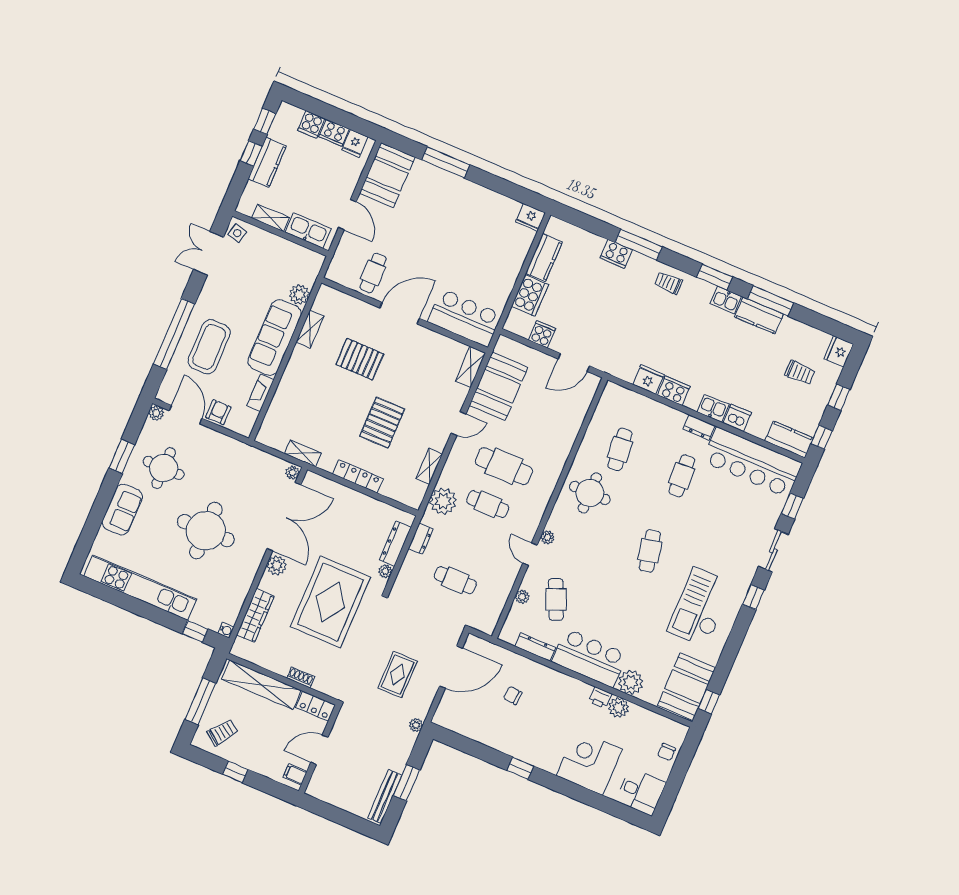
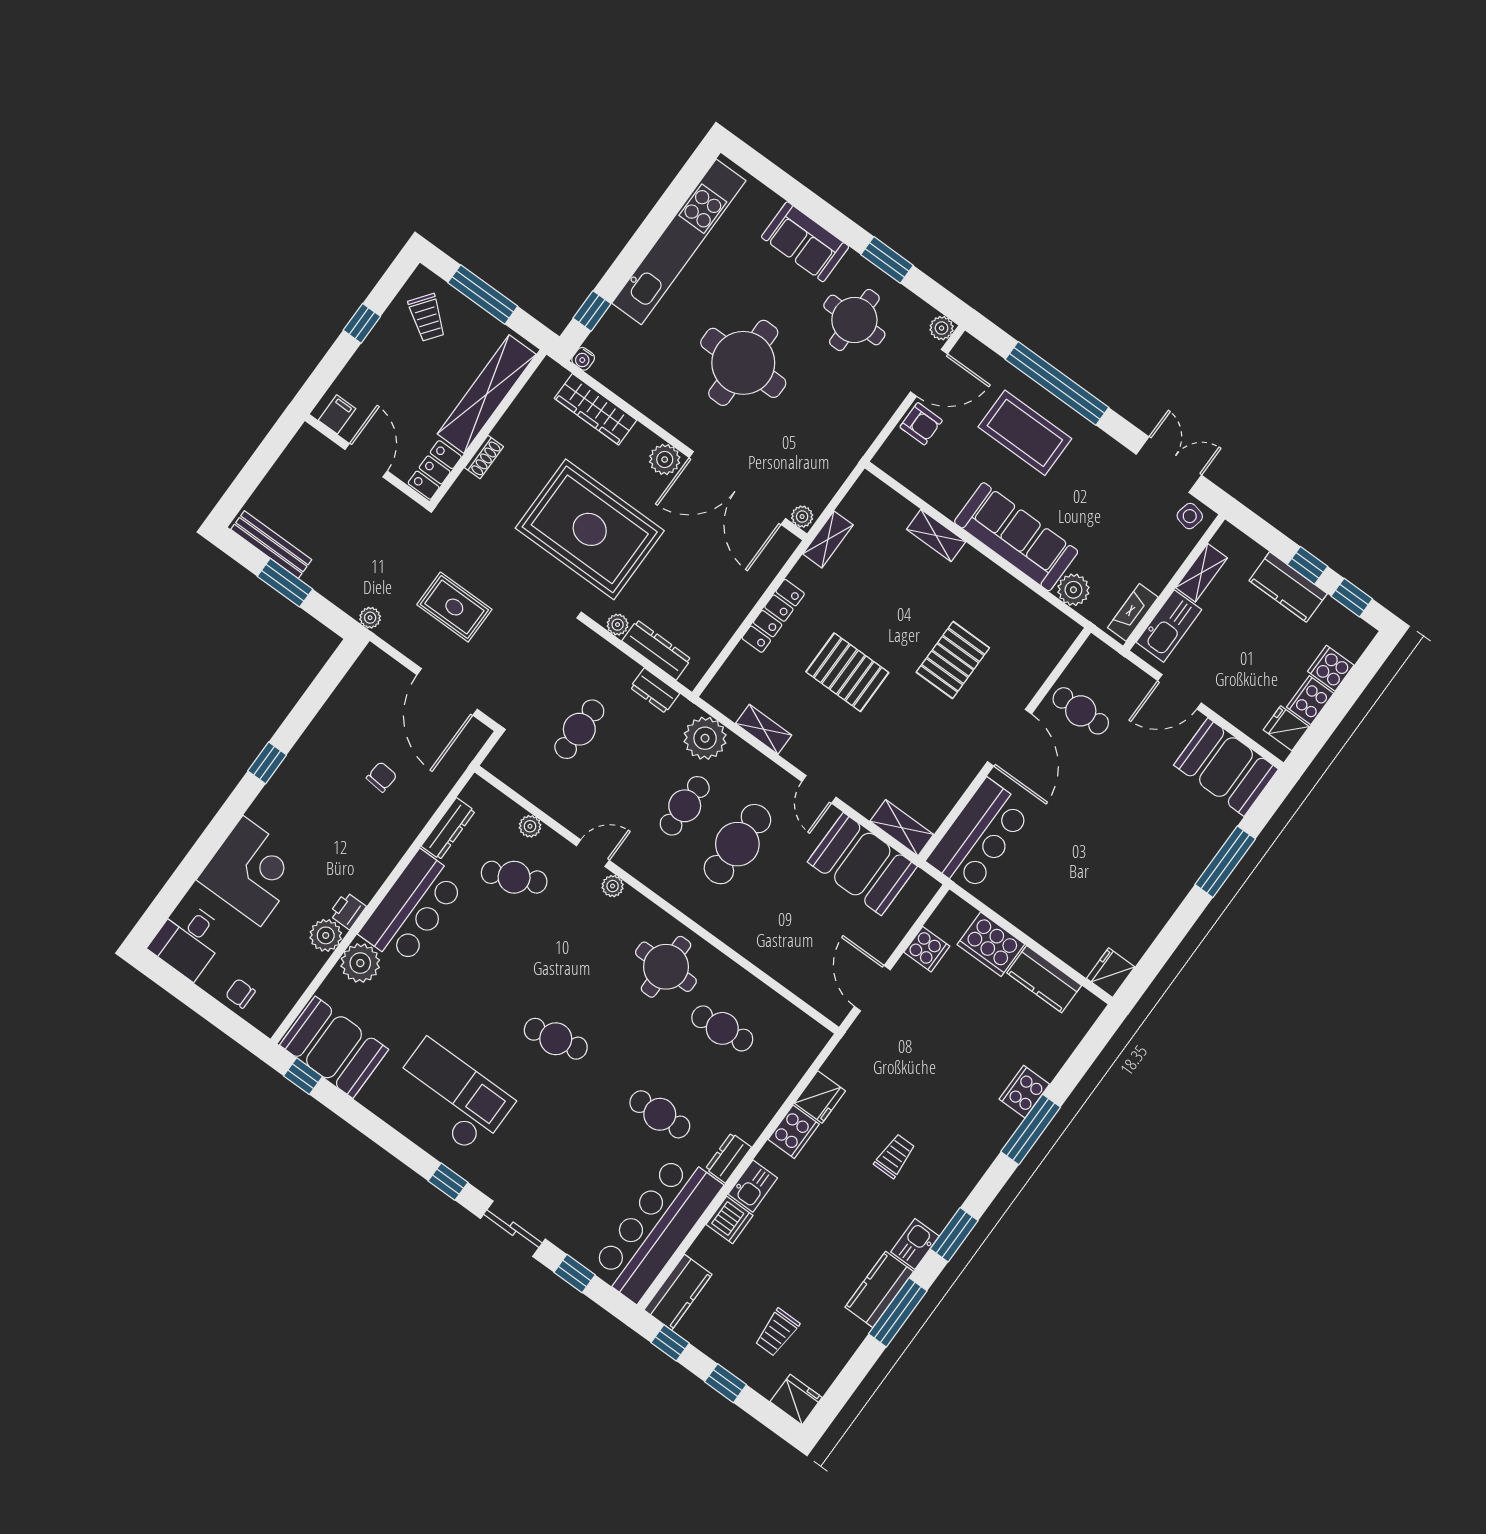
trolley: (668, 283) -> (895, 1156), moved
shelving: (310, 329) -> (936, 536), moved
fireplace: (260, 393) -> (1133, 612), moved, turned -90

